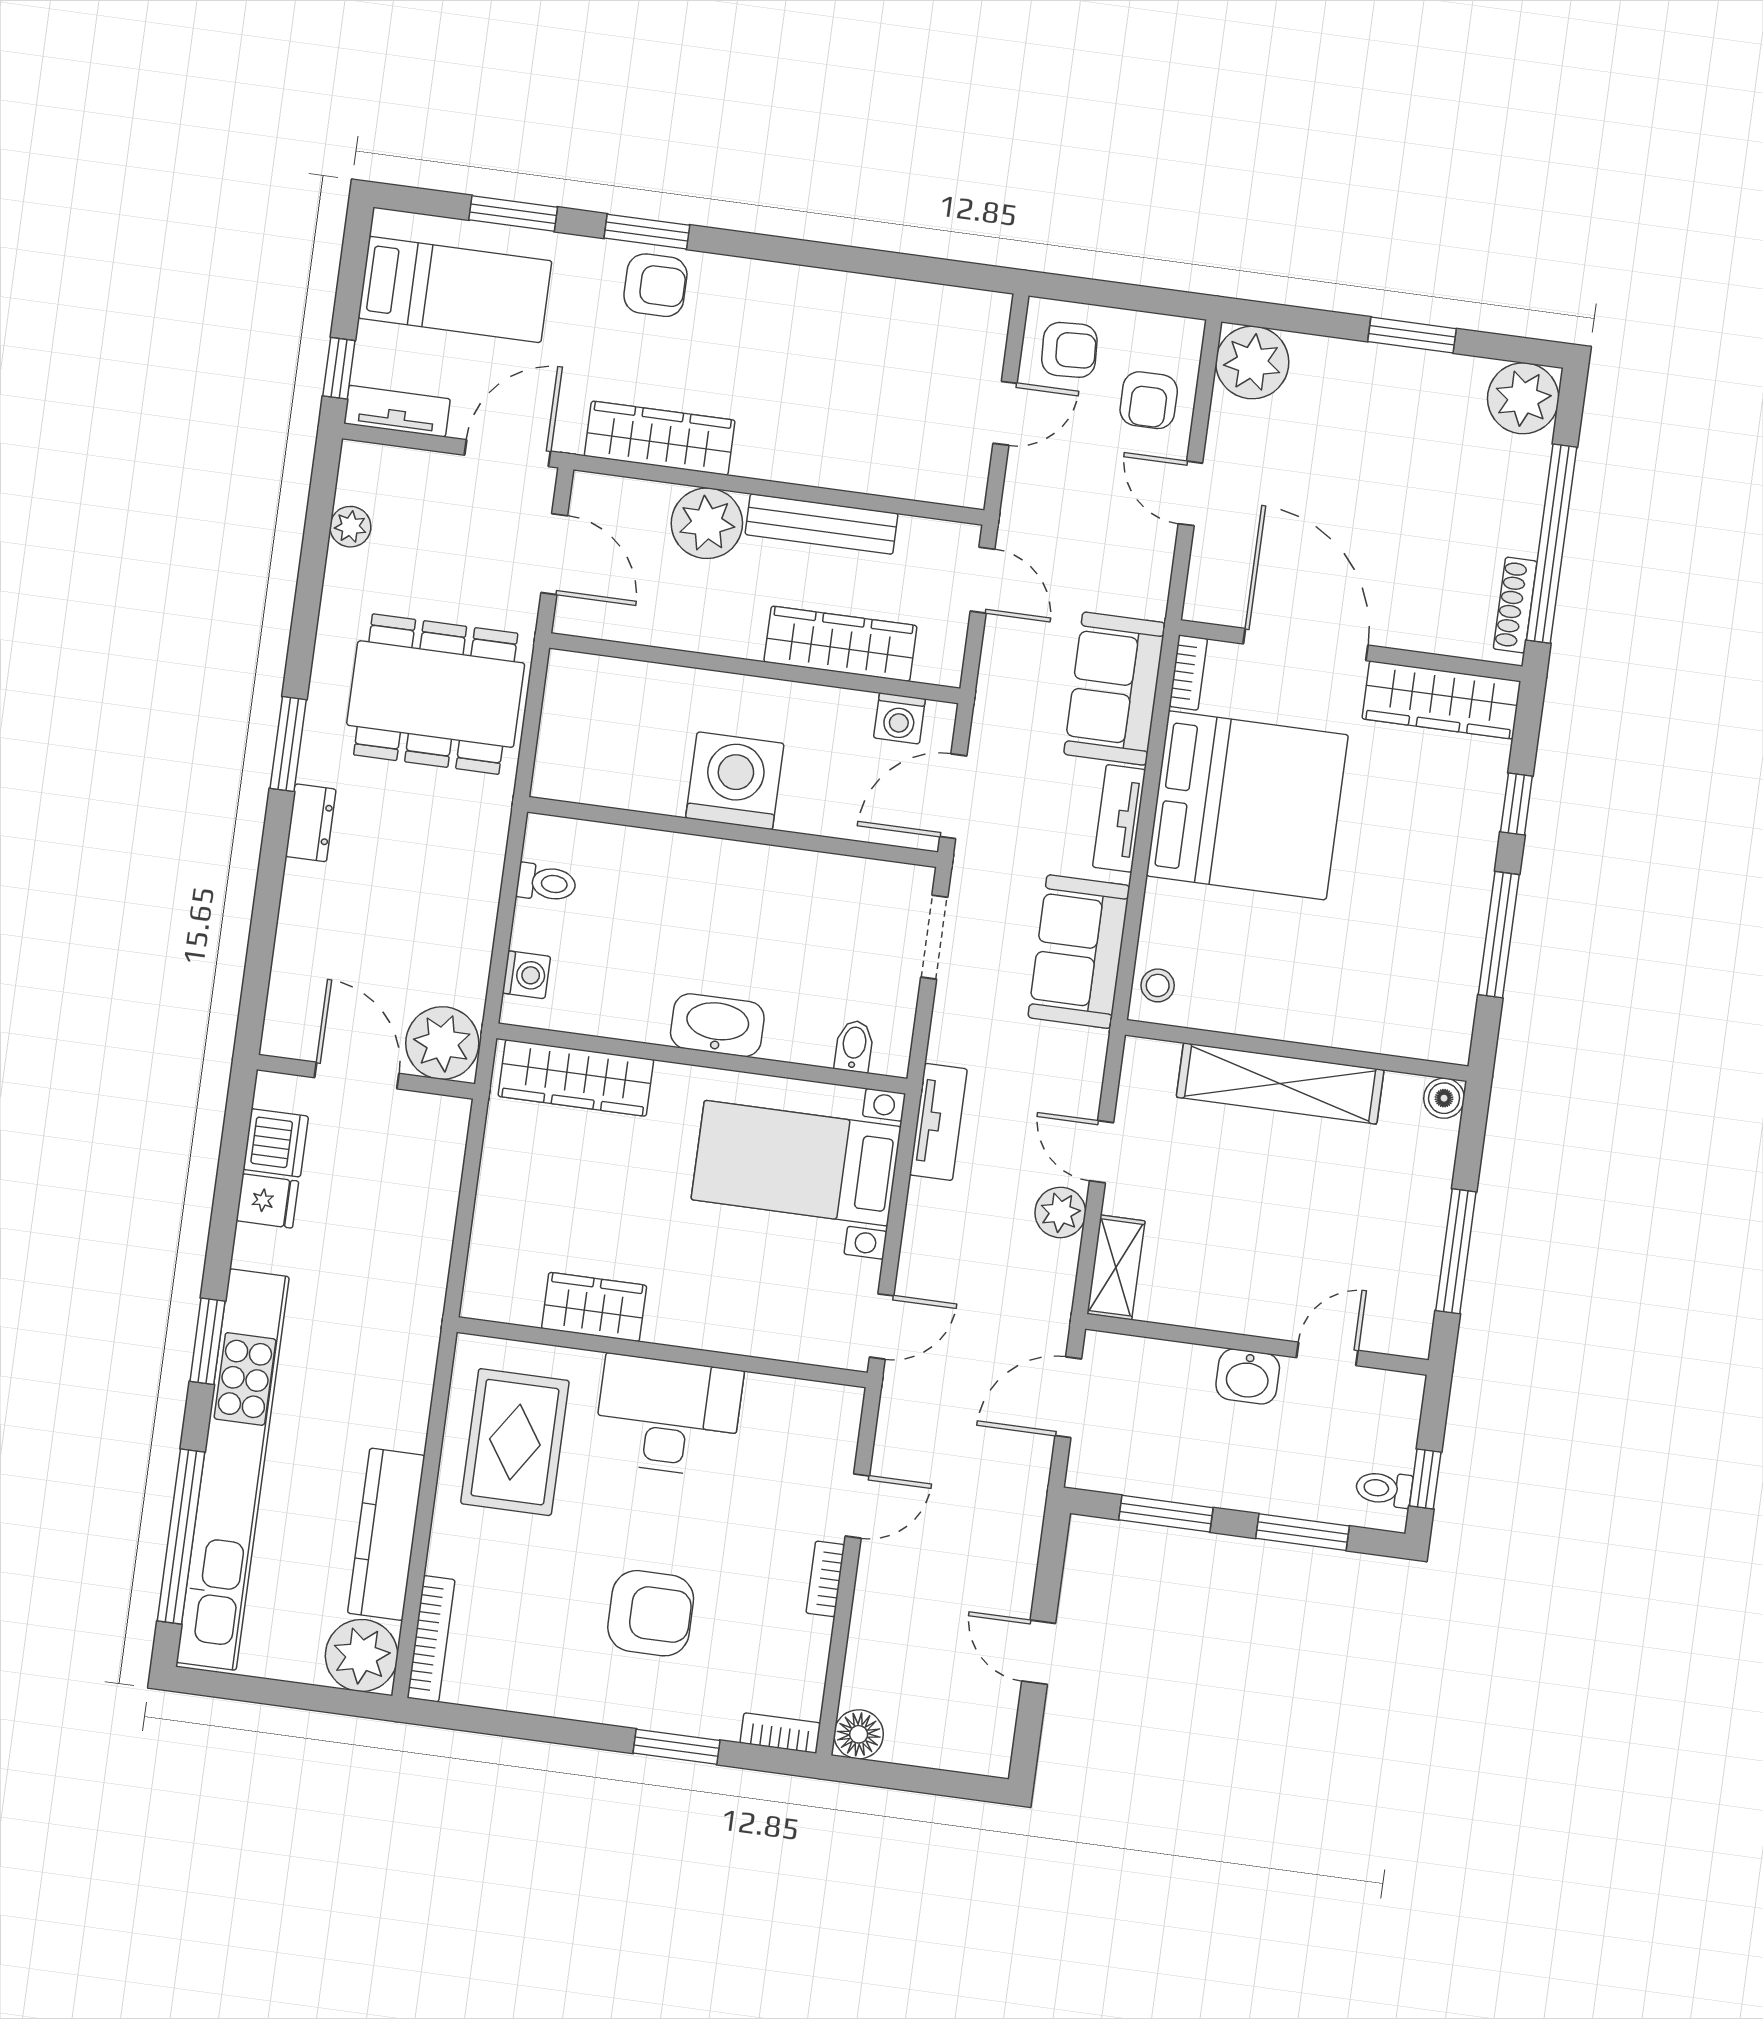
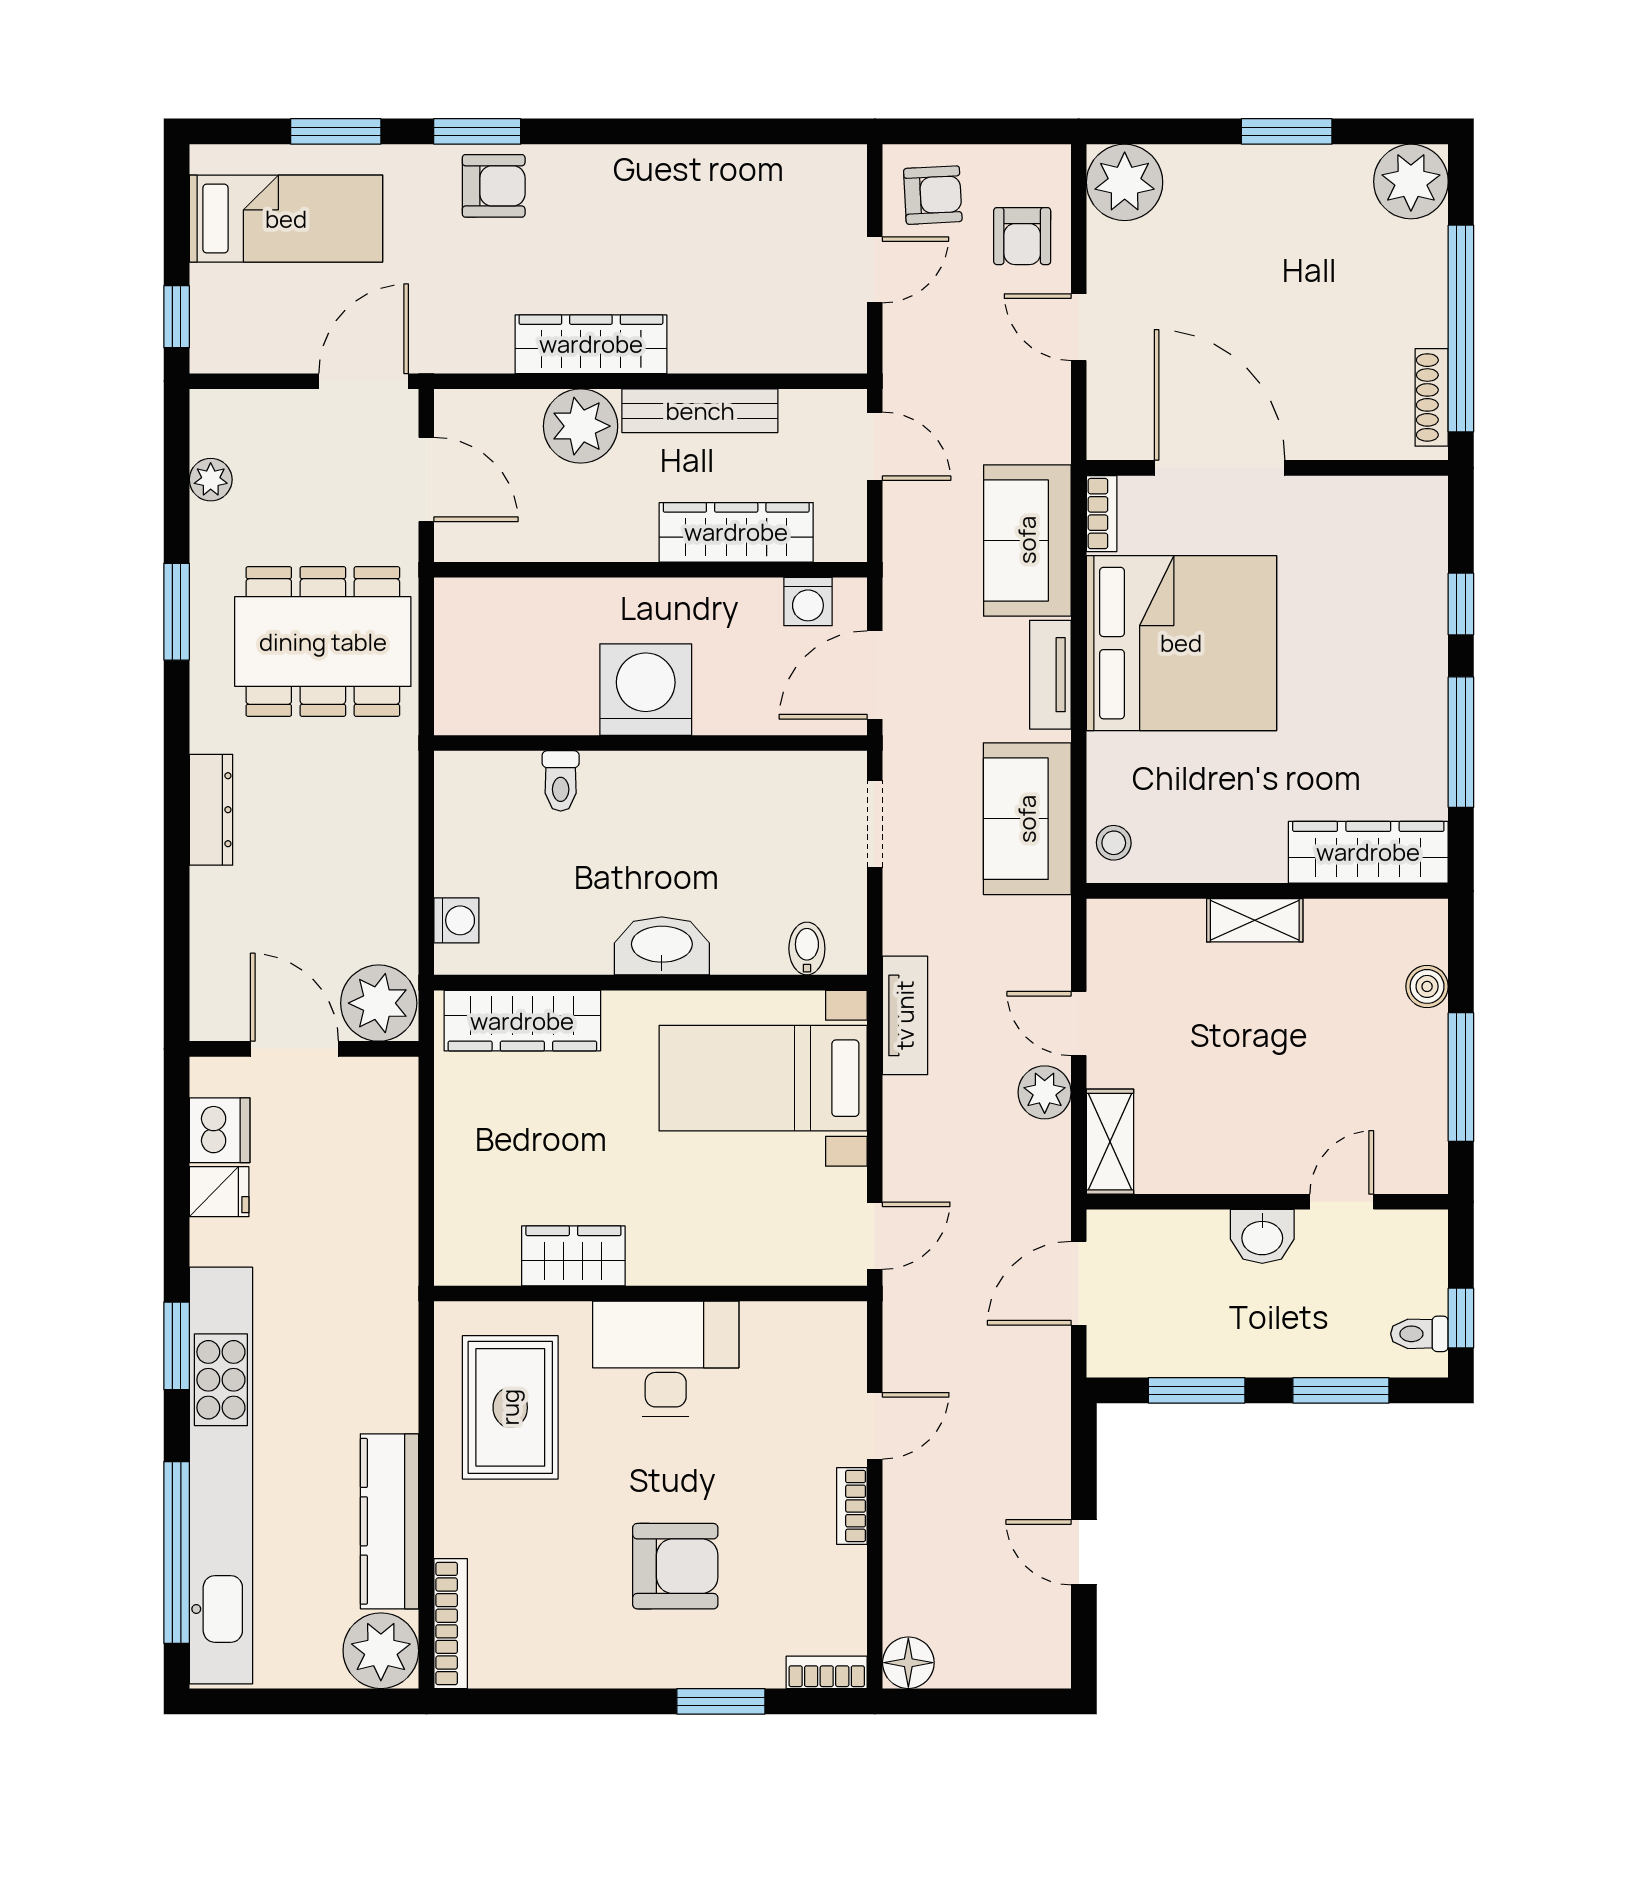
tv unit: (397, 411) -> (243, 353), removed
wardrobe: (660, 438) -> (591, 344), moved
wardrobe: (1441, 700) -> (1368, 852), moved, turned 180
window: (288, 744) -> (177, 612), moved
dresser: (311, 823) -> (211, 810), width x1.44
toilet: (546, 883) -> (561, 781), moved, turned 90
shelving: (1280, 1083) -> (1255, 920), width x0.45, depth x0.75
boiler: (1444, 1098) -> (1427, 986), moved

